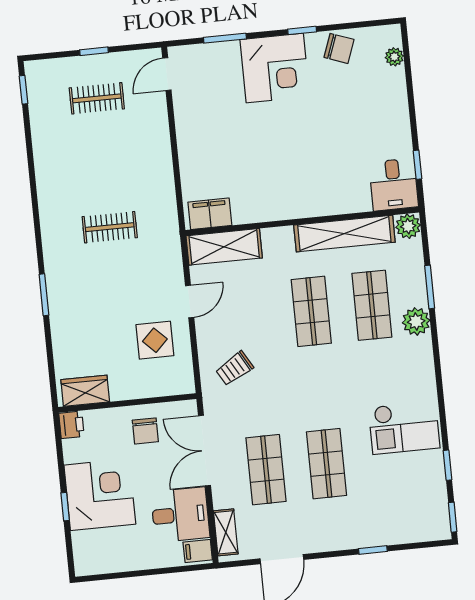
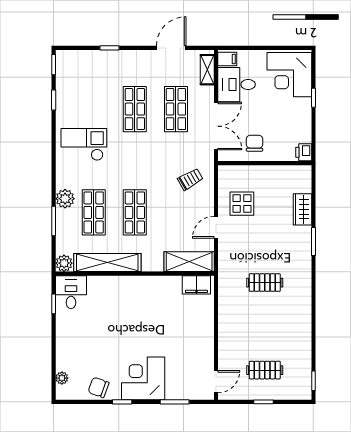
wardrobe: (85, 391) -> (302, 209), moved, turned 90
checkout: (404, 428) -> (84, 145), moved
corner desk: (100, 495) -> (289, 75), moved

